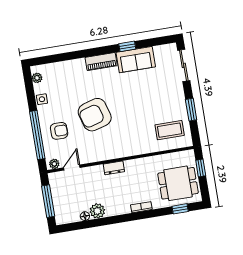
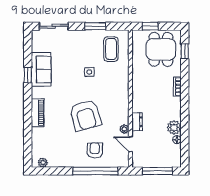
piano: (101, 62) -> (38, 113), moved
side table: (42, 99) -> (89, 72), moved
plant: (54, 164) -> (124, 129), moved
dresser: (114, 168) -> (137, 122), moved

